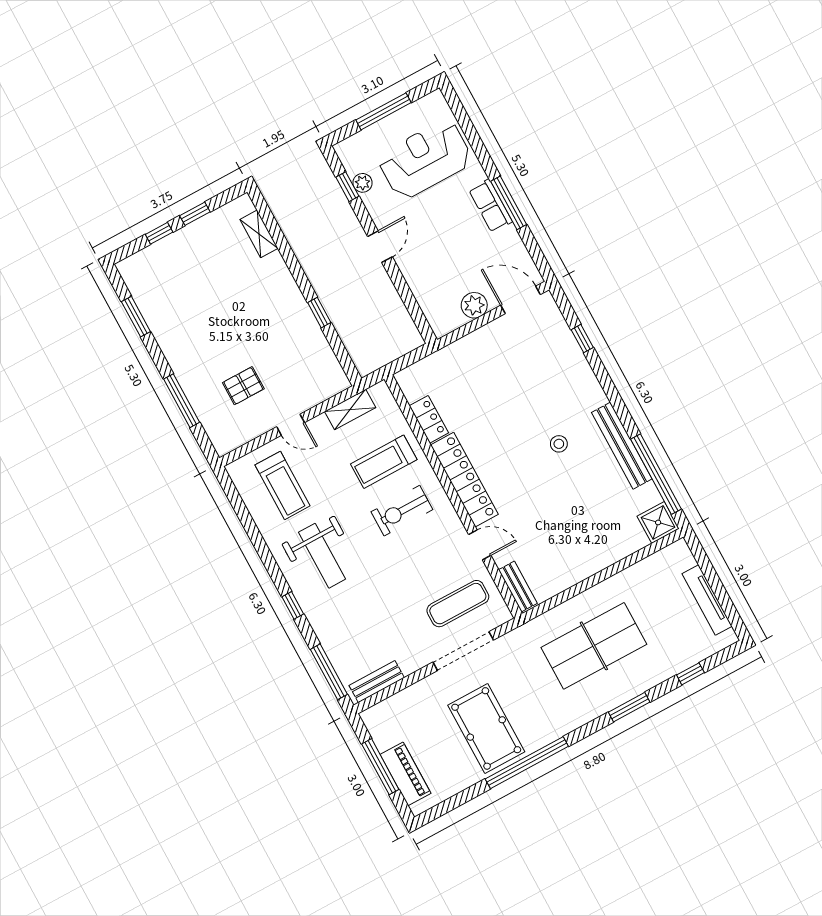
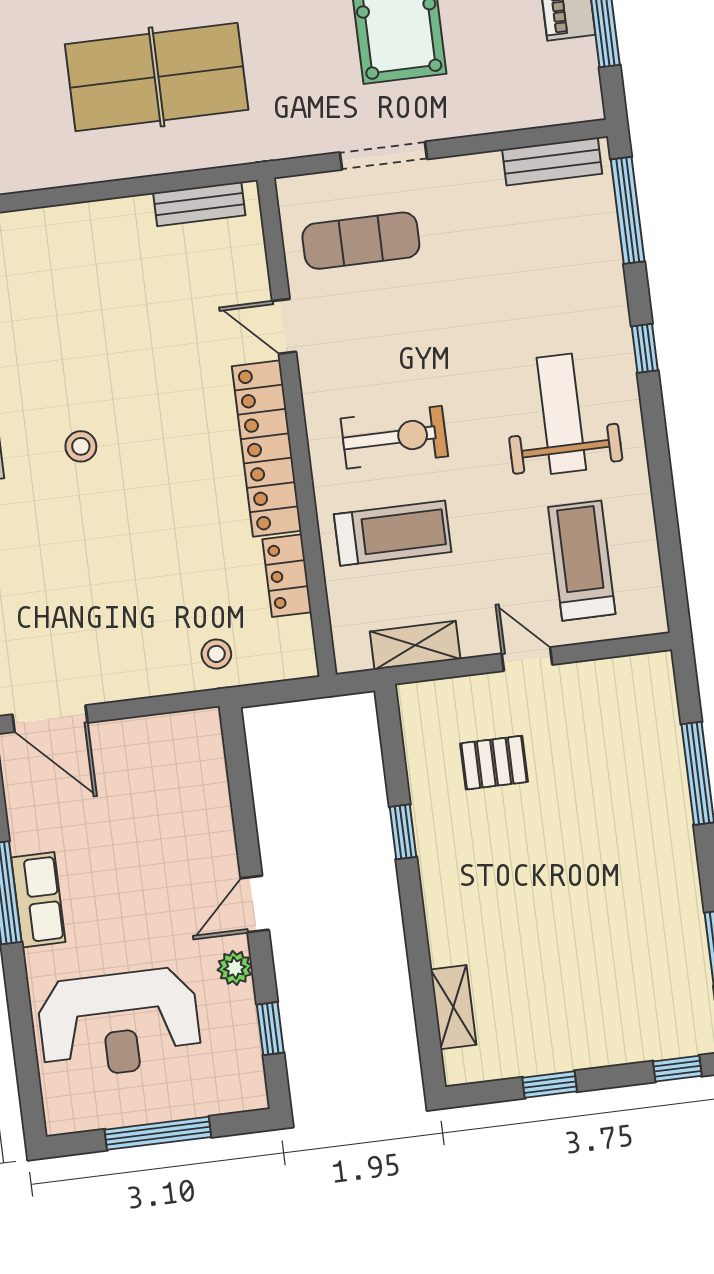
plant: (362, 183) -> (235, 968), moved
window: (159, 233) -> (677, 1069), moved
plant: (474, 305) -> (133, 740), removed
stool: (449, 366) -> (216, 654), added
pallet: (243, 386) -> (494, 763), moved
bench: (518, 587) -> (199, 204), moved, turned 90
doorway: (463, 651) -> (383, 156), width x0.73

